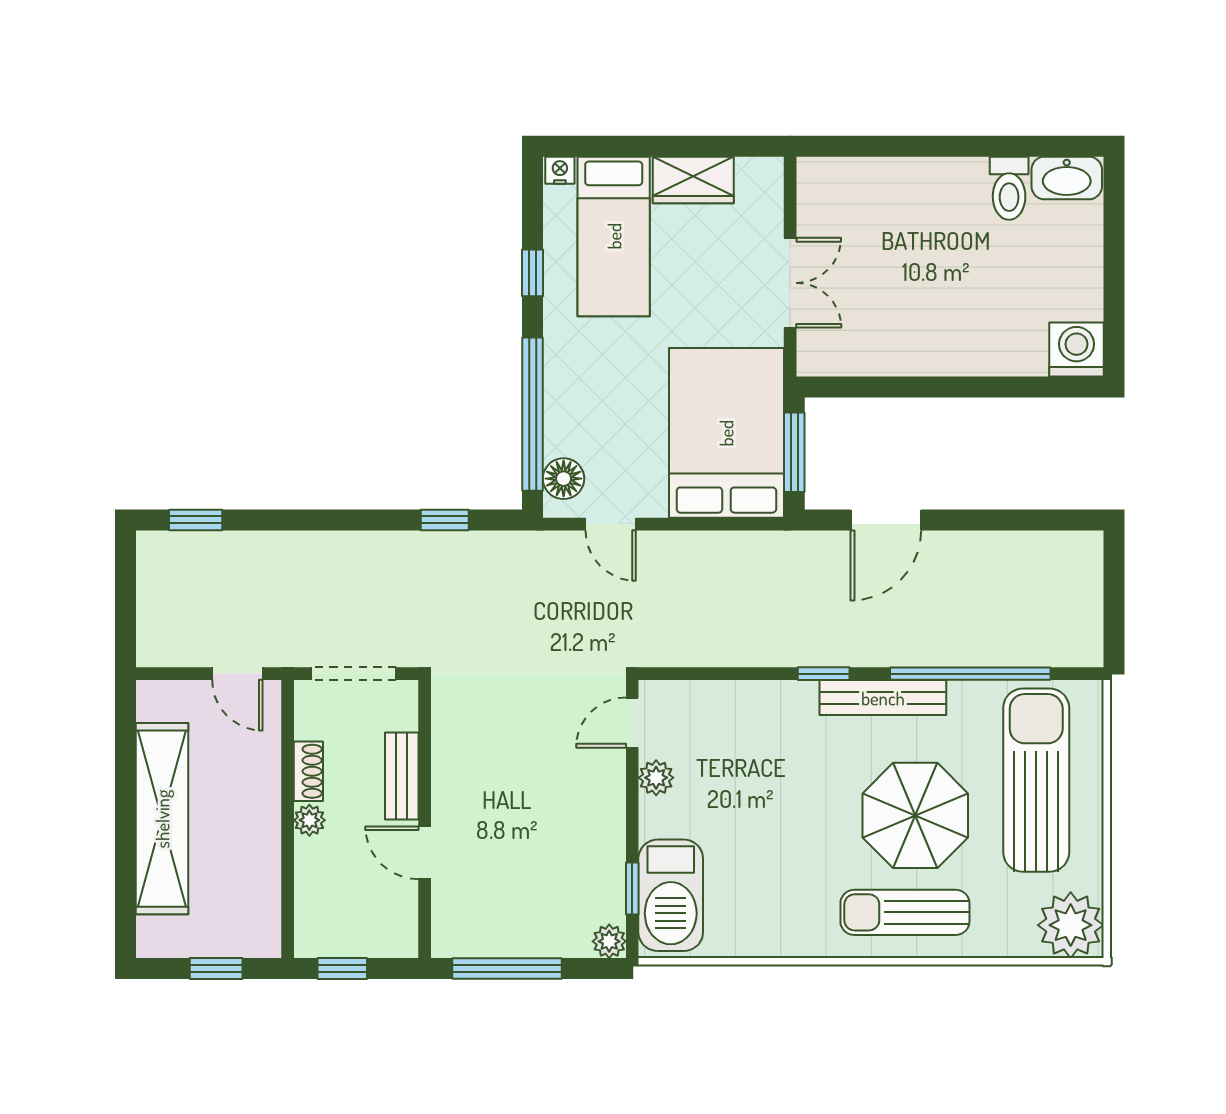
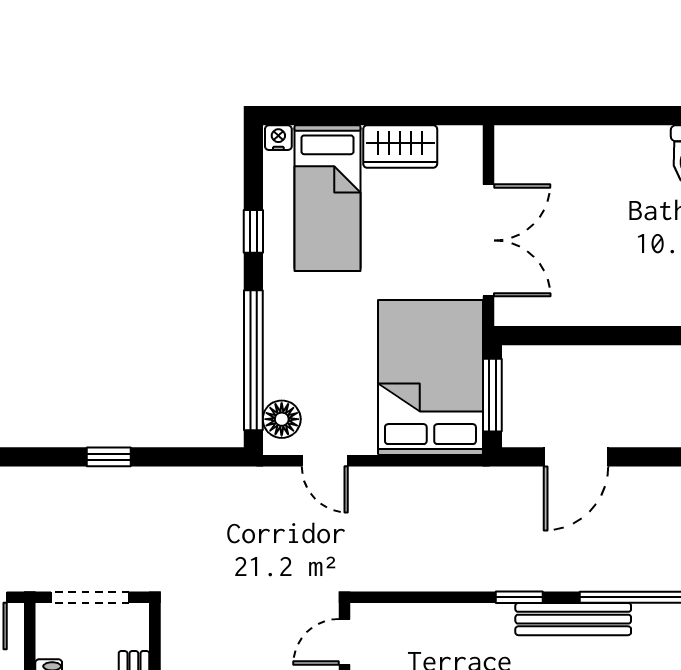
double door: (790, 283) -> (489, 240), width x1.37
window: (445, 520) -> (109, 457), moved

